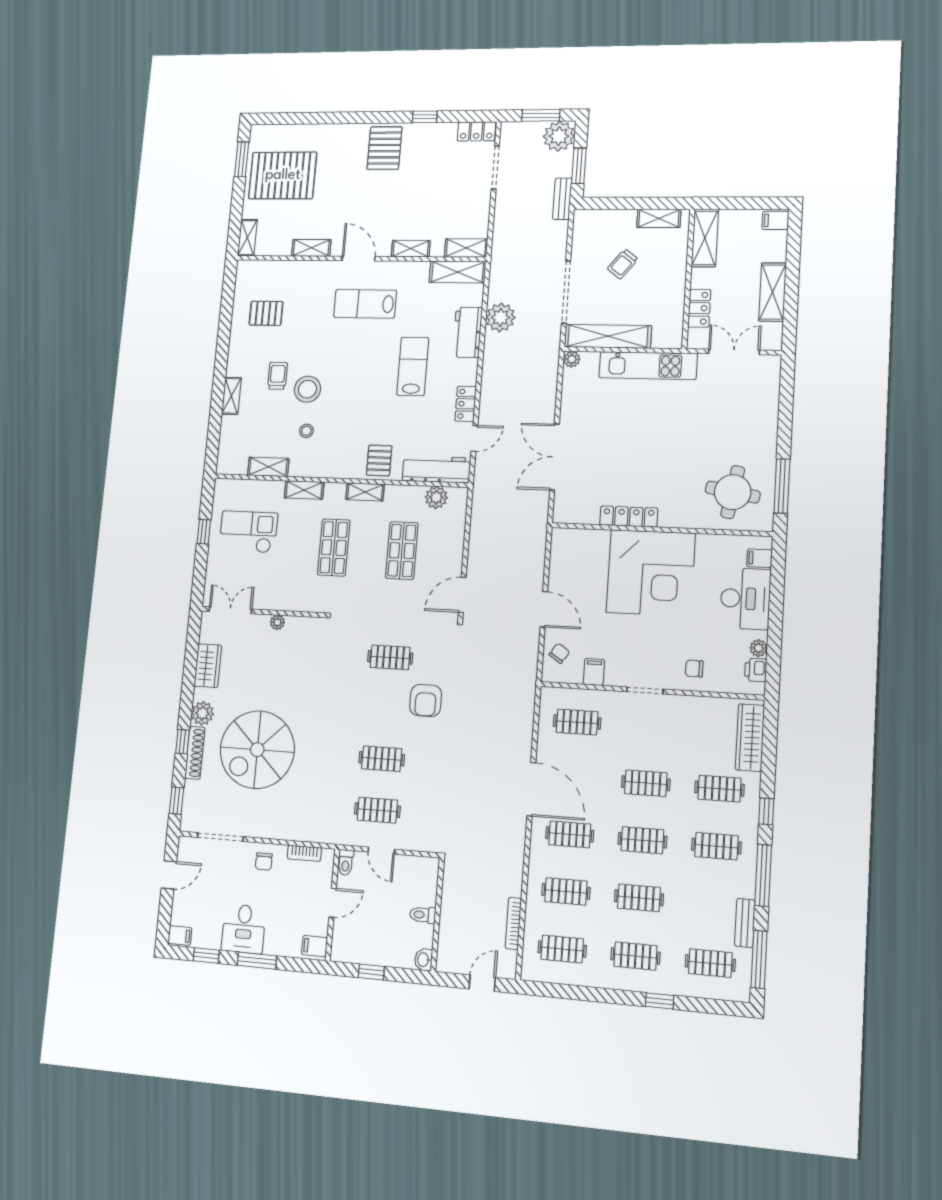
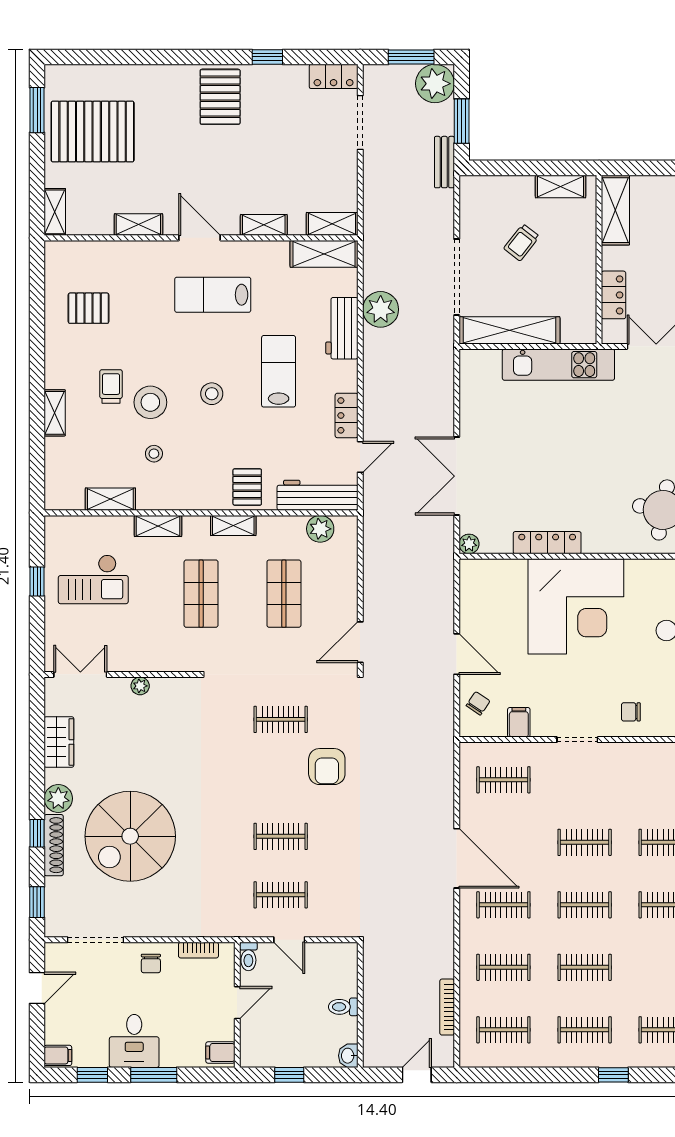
plant: (572, 359) -> (469, 544), moved
stool: (357, 383) -> (212, 394), added
checkout: (248, 532) -> (93, 579), turned 180

